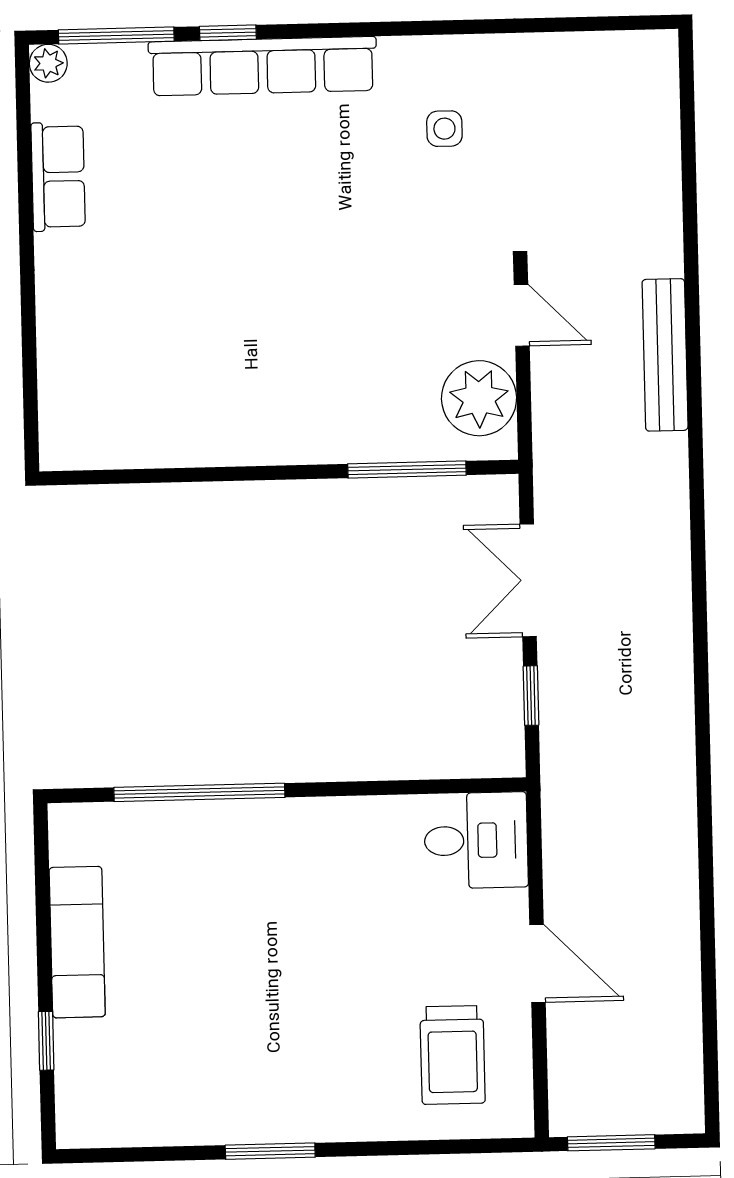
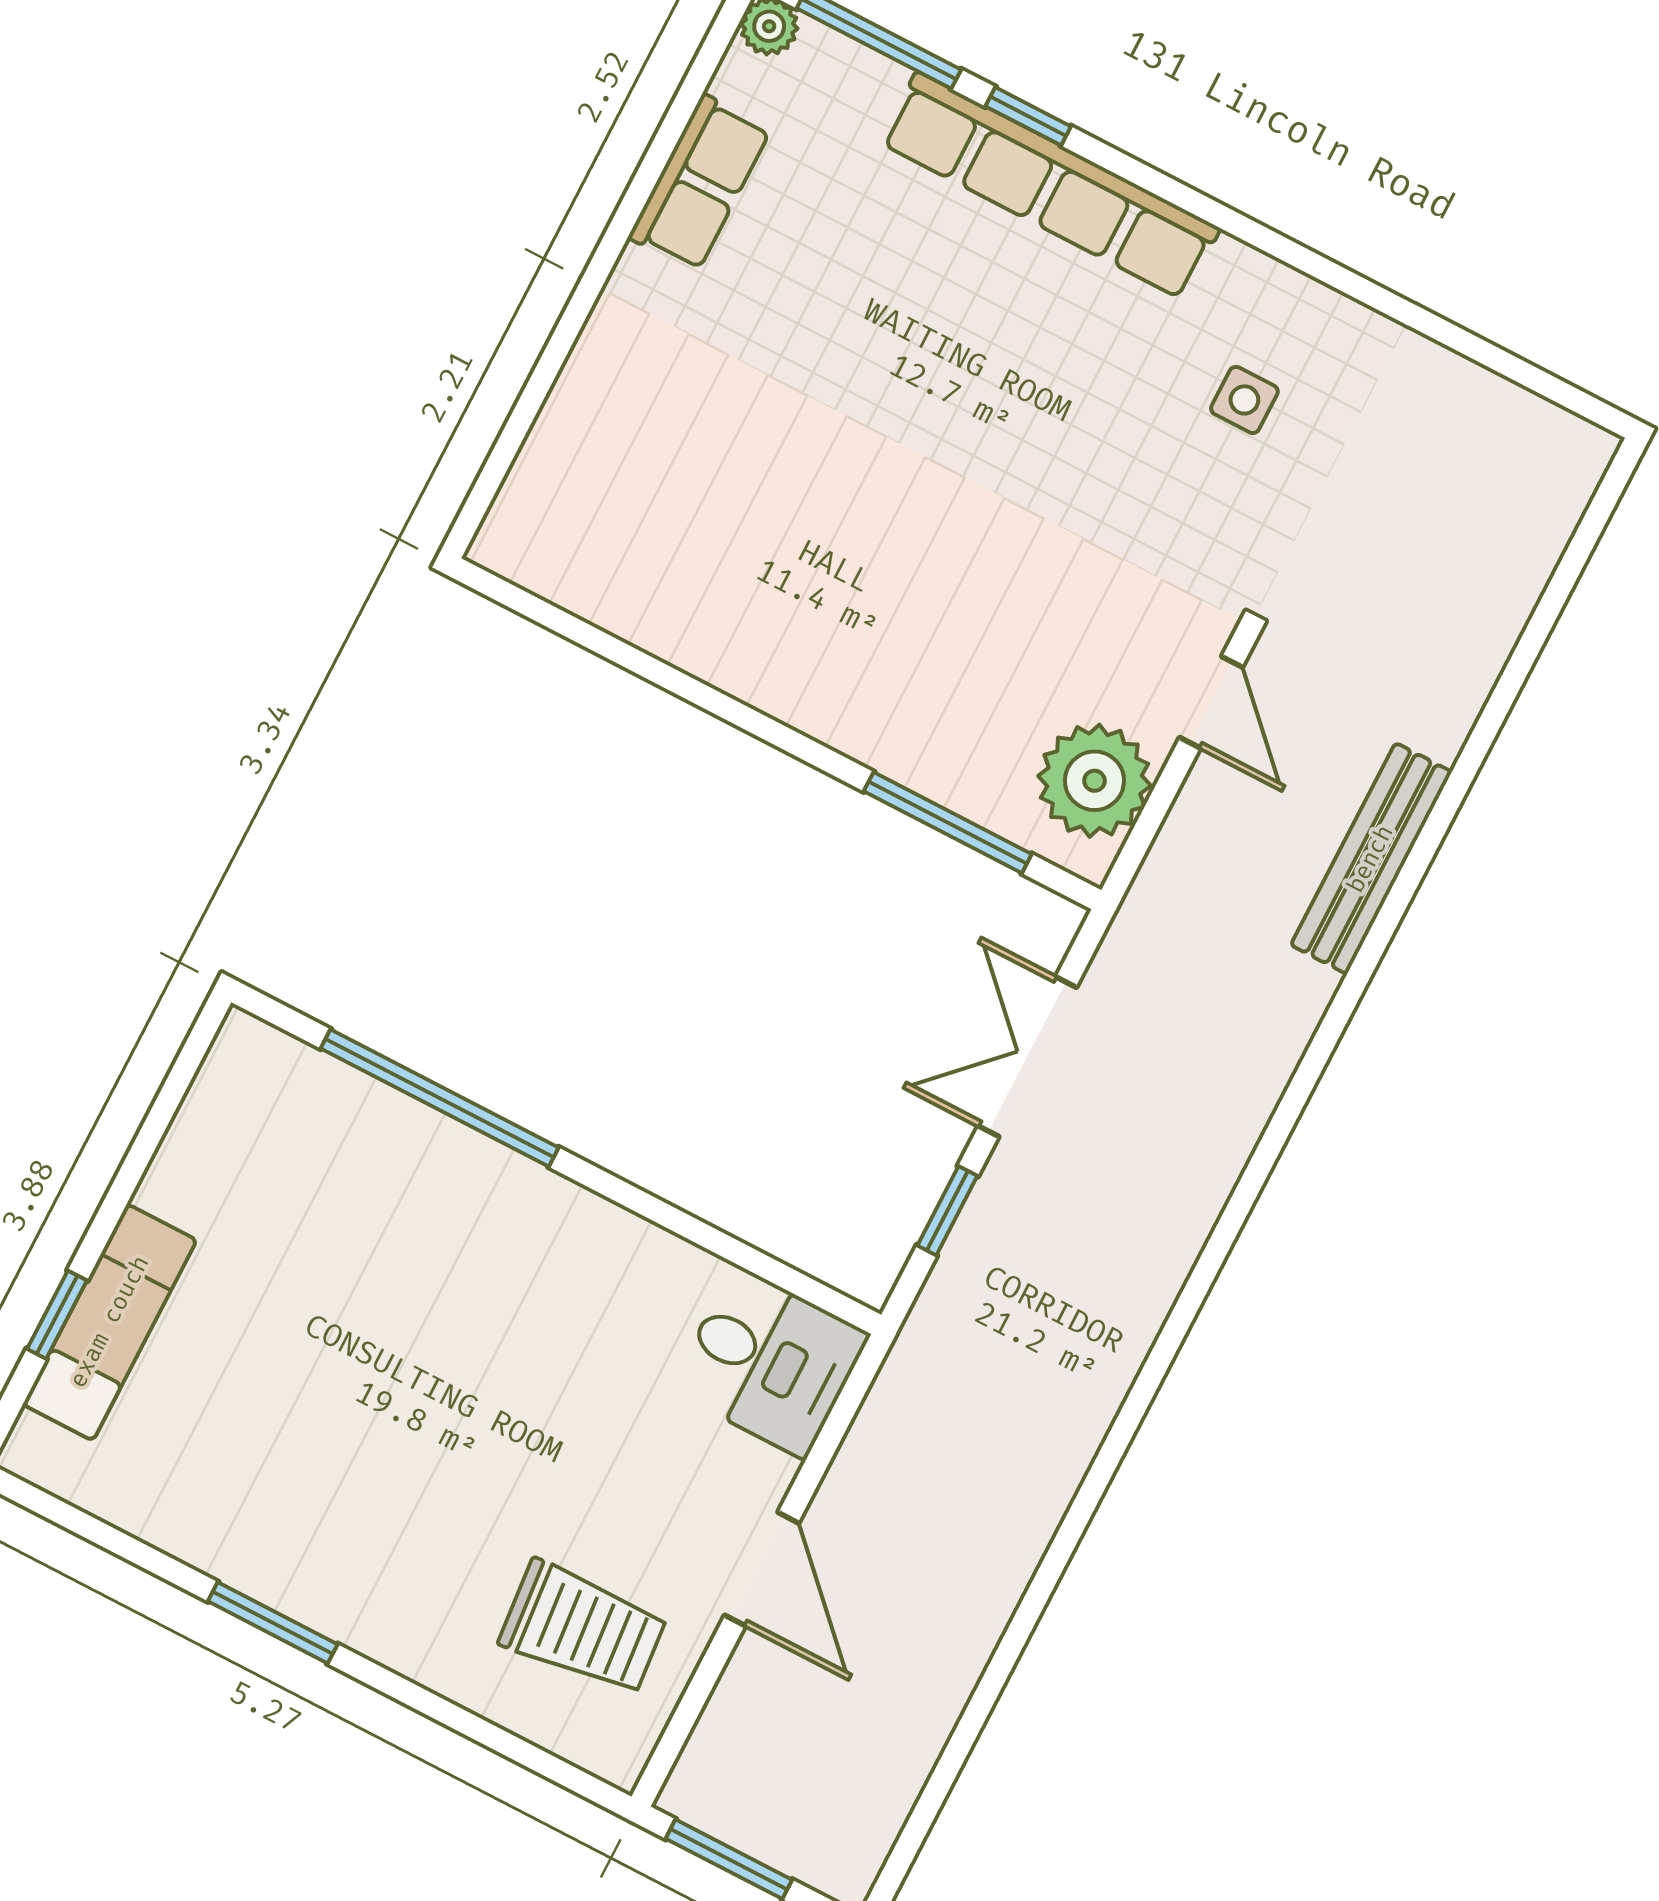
exam couch: (77, 942) -> (110, 1322), moved
trolley: (453, 1055) -> (583, 1628), turned -95

